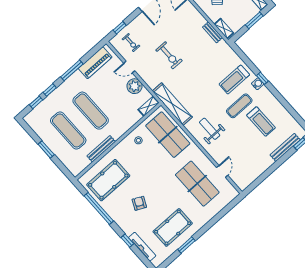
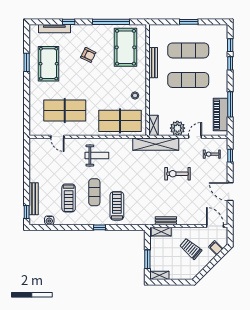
window: (72, 70) -> (230, 104), moved
water cooler: (258, 84) -> (49, 220), moved
shelving: (172, 104) -> (156, 144), moved
treadmill: (261, 122) -> (69, 198), turned -90

